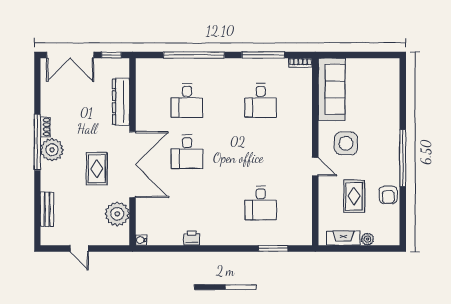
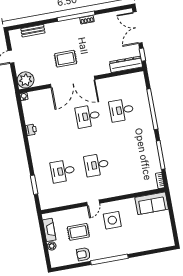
sofa: (332, 89) -> (152, 203), width x0.73
desk: (261, 101) -> (97, 165), moved
dresser: (121, 102) -> (126, 64), moved
plant: (52, 150) -> (73, 27), removed
plant: (117, 214) -> (26, 80), moved

